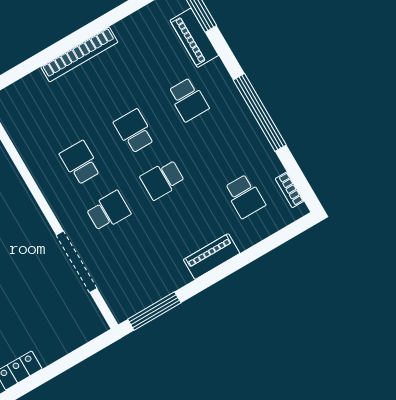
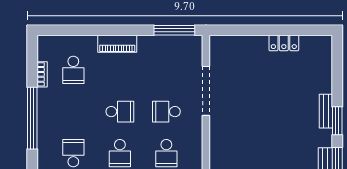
bookcase: (290, 190) -> (42, 74), moved
school desk: (245, 196) -> (73, 70), turned 180

